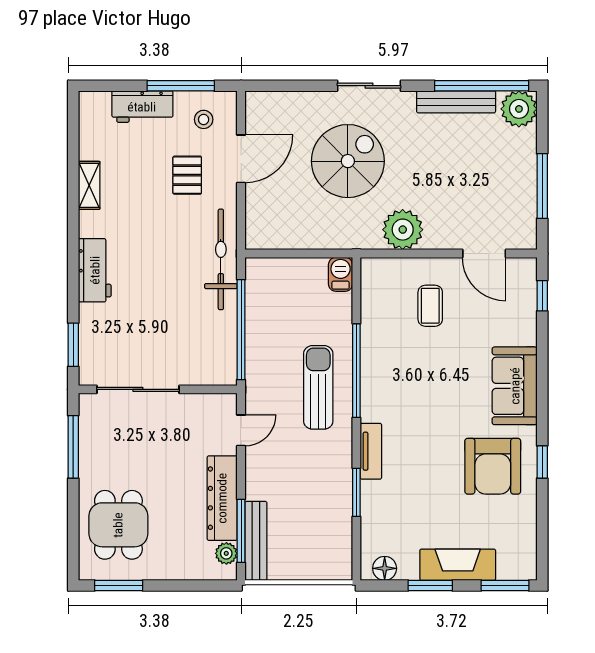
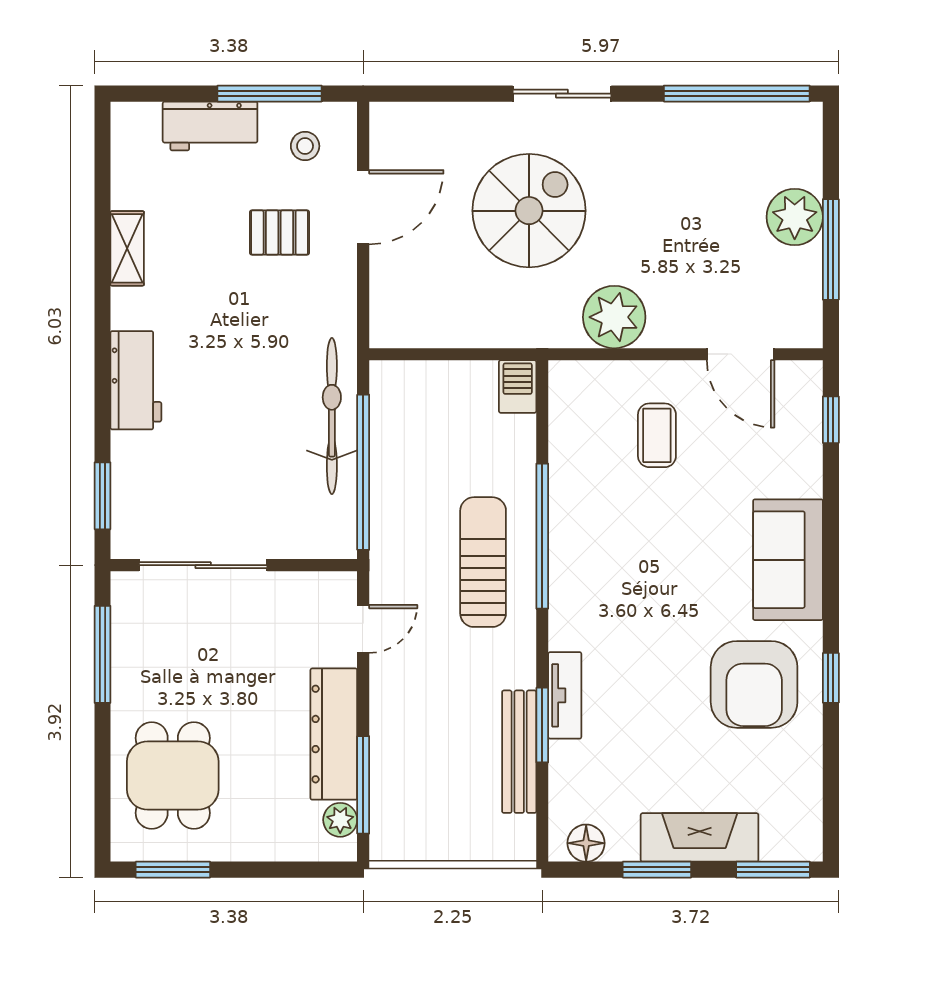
bench: (456, 102) -> (697, 119), removed
plant: (519, 109) -> (795, 217), moved
pallet: (187, 175) -> (280, 233), turned 90
bicycle: (221, 259) -> (332, 416), moved
tv unit: (371, 451) -> (565, 695), moved
bench: (256, 541) -> (519, 752), moved

